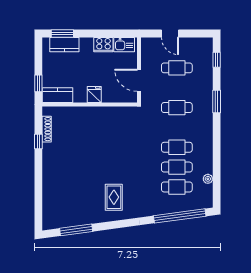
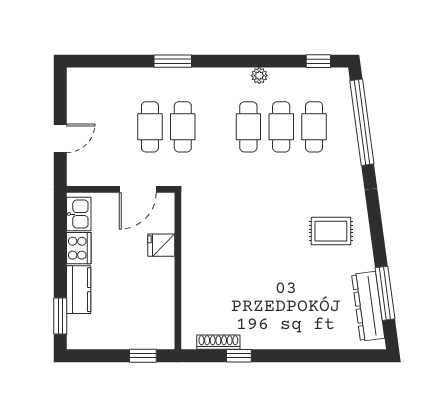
kitchen counter: (64, 45) -> (79, 290), moved
window: (217, 60) -> (318, 61), moved
cafe table: (177, 68) -> (150, 127), moved
kitchen counter: (57, 95) -> (162, 324), removed
fridge: (94, 95) -> (161, 245), moved
plant: (208, 179) -> (259, 76), moved
dresser: (68, 220) -> (368, 306), added

